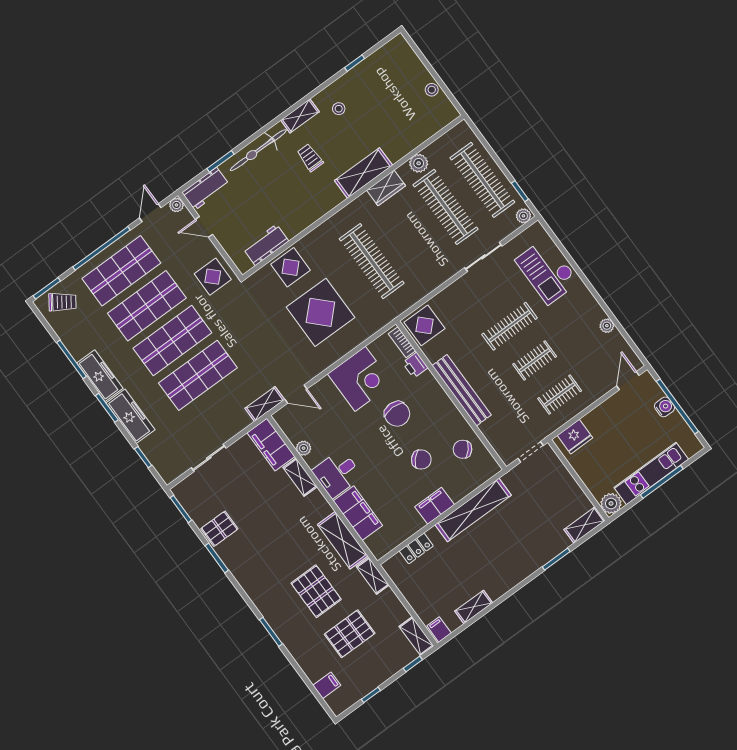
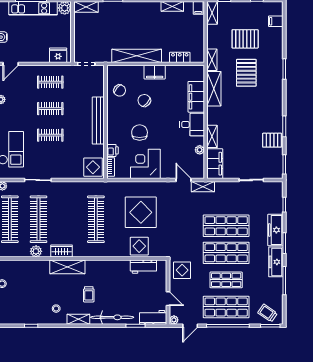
shop shelf: (147, 306) -> (226, 280), width x0.70, depth x0.74
clothes rail: (510, 326) -> (50, 135), width x0.73

